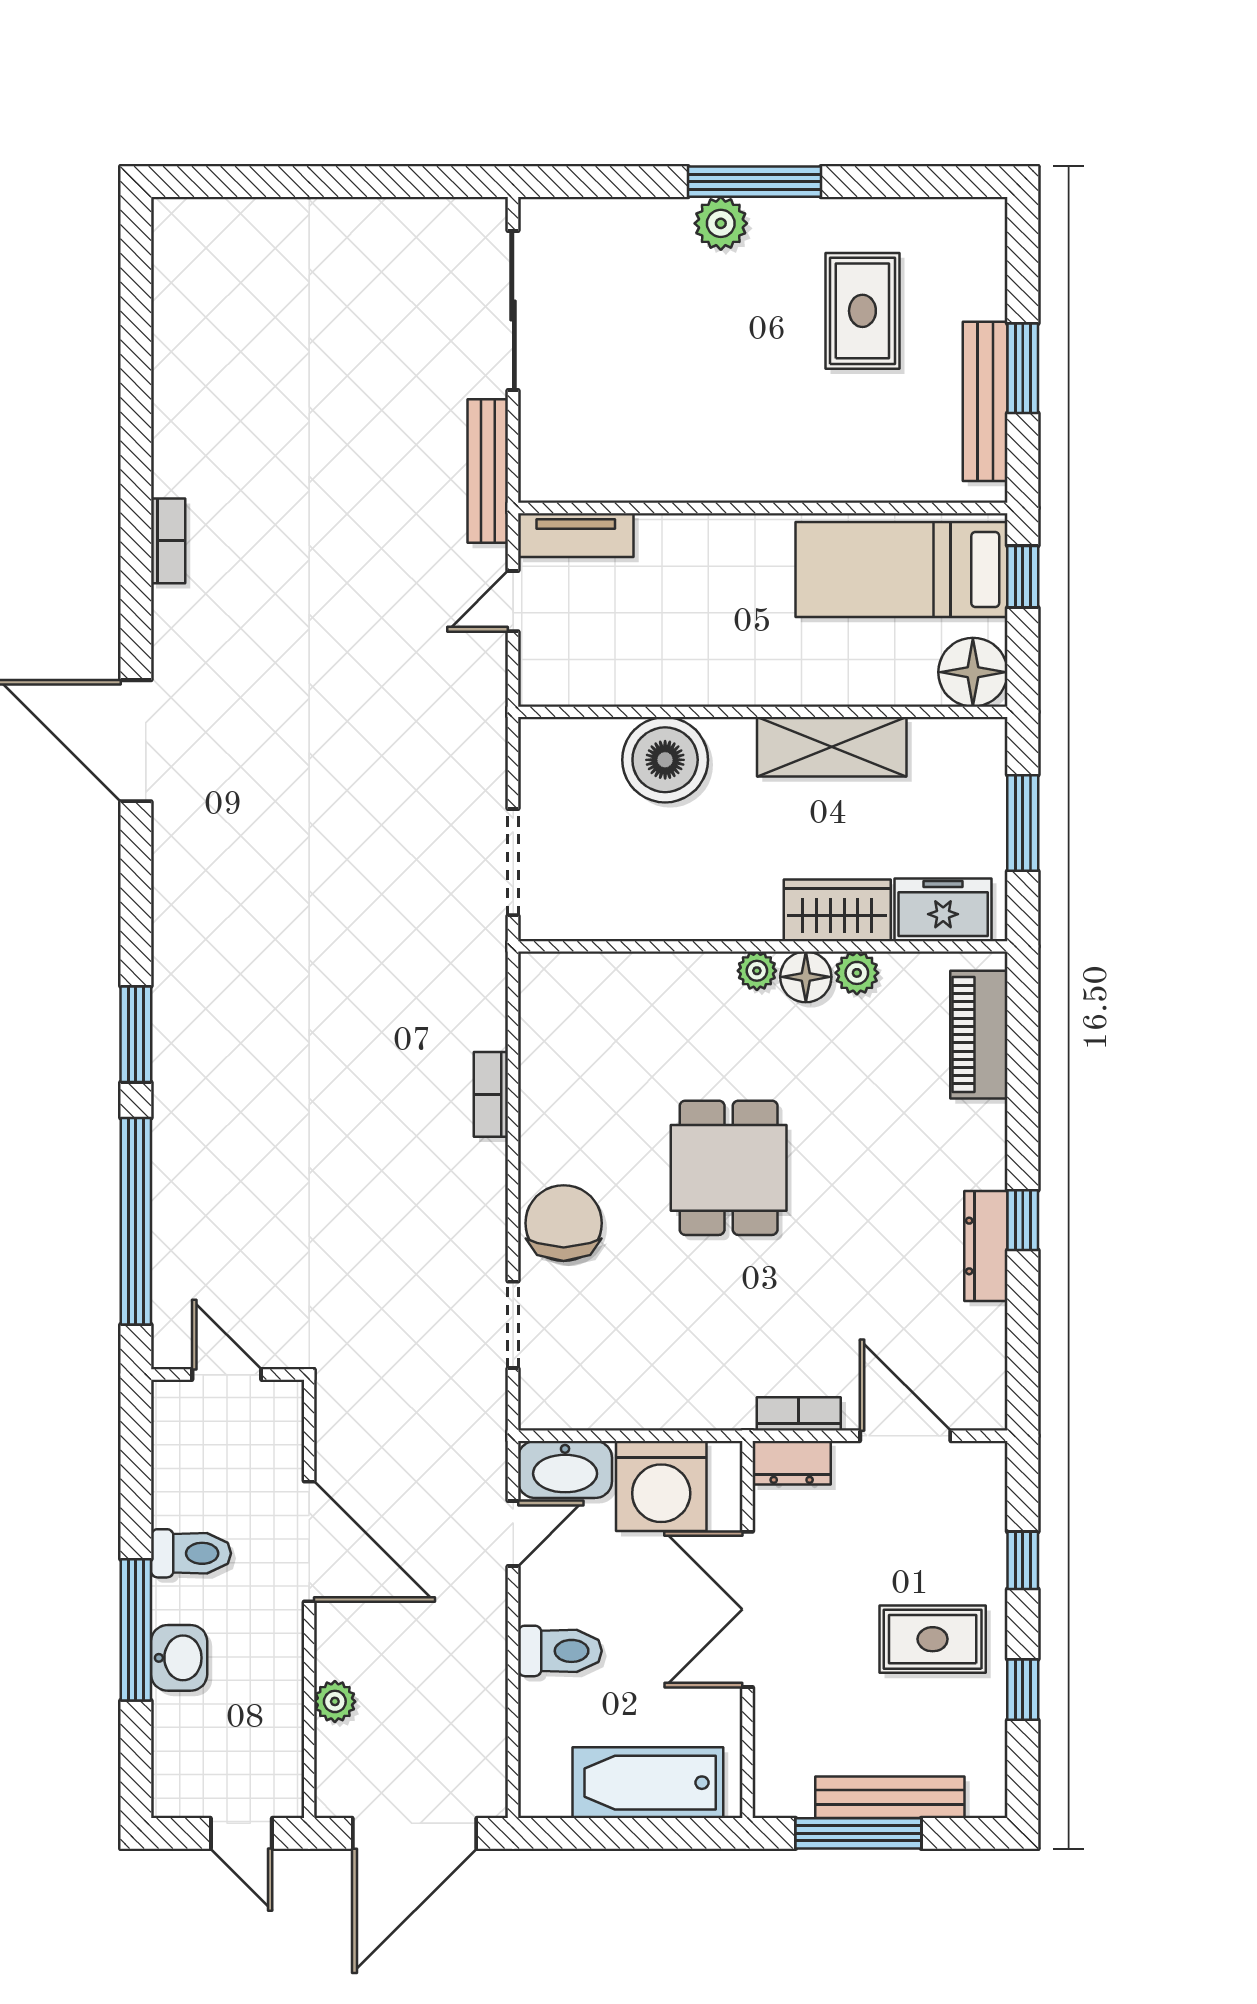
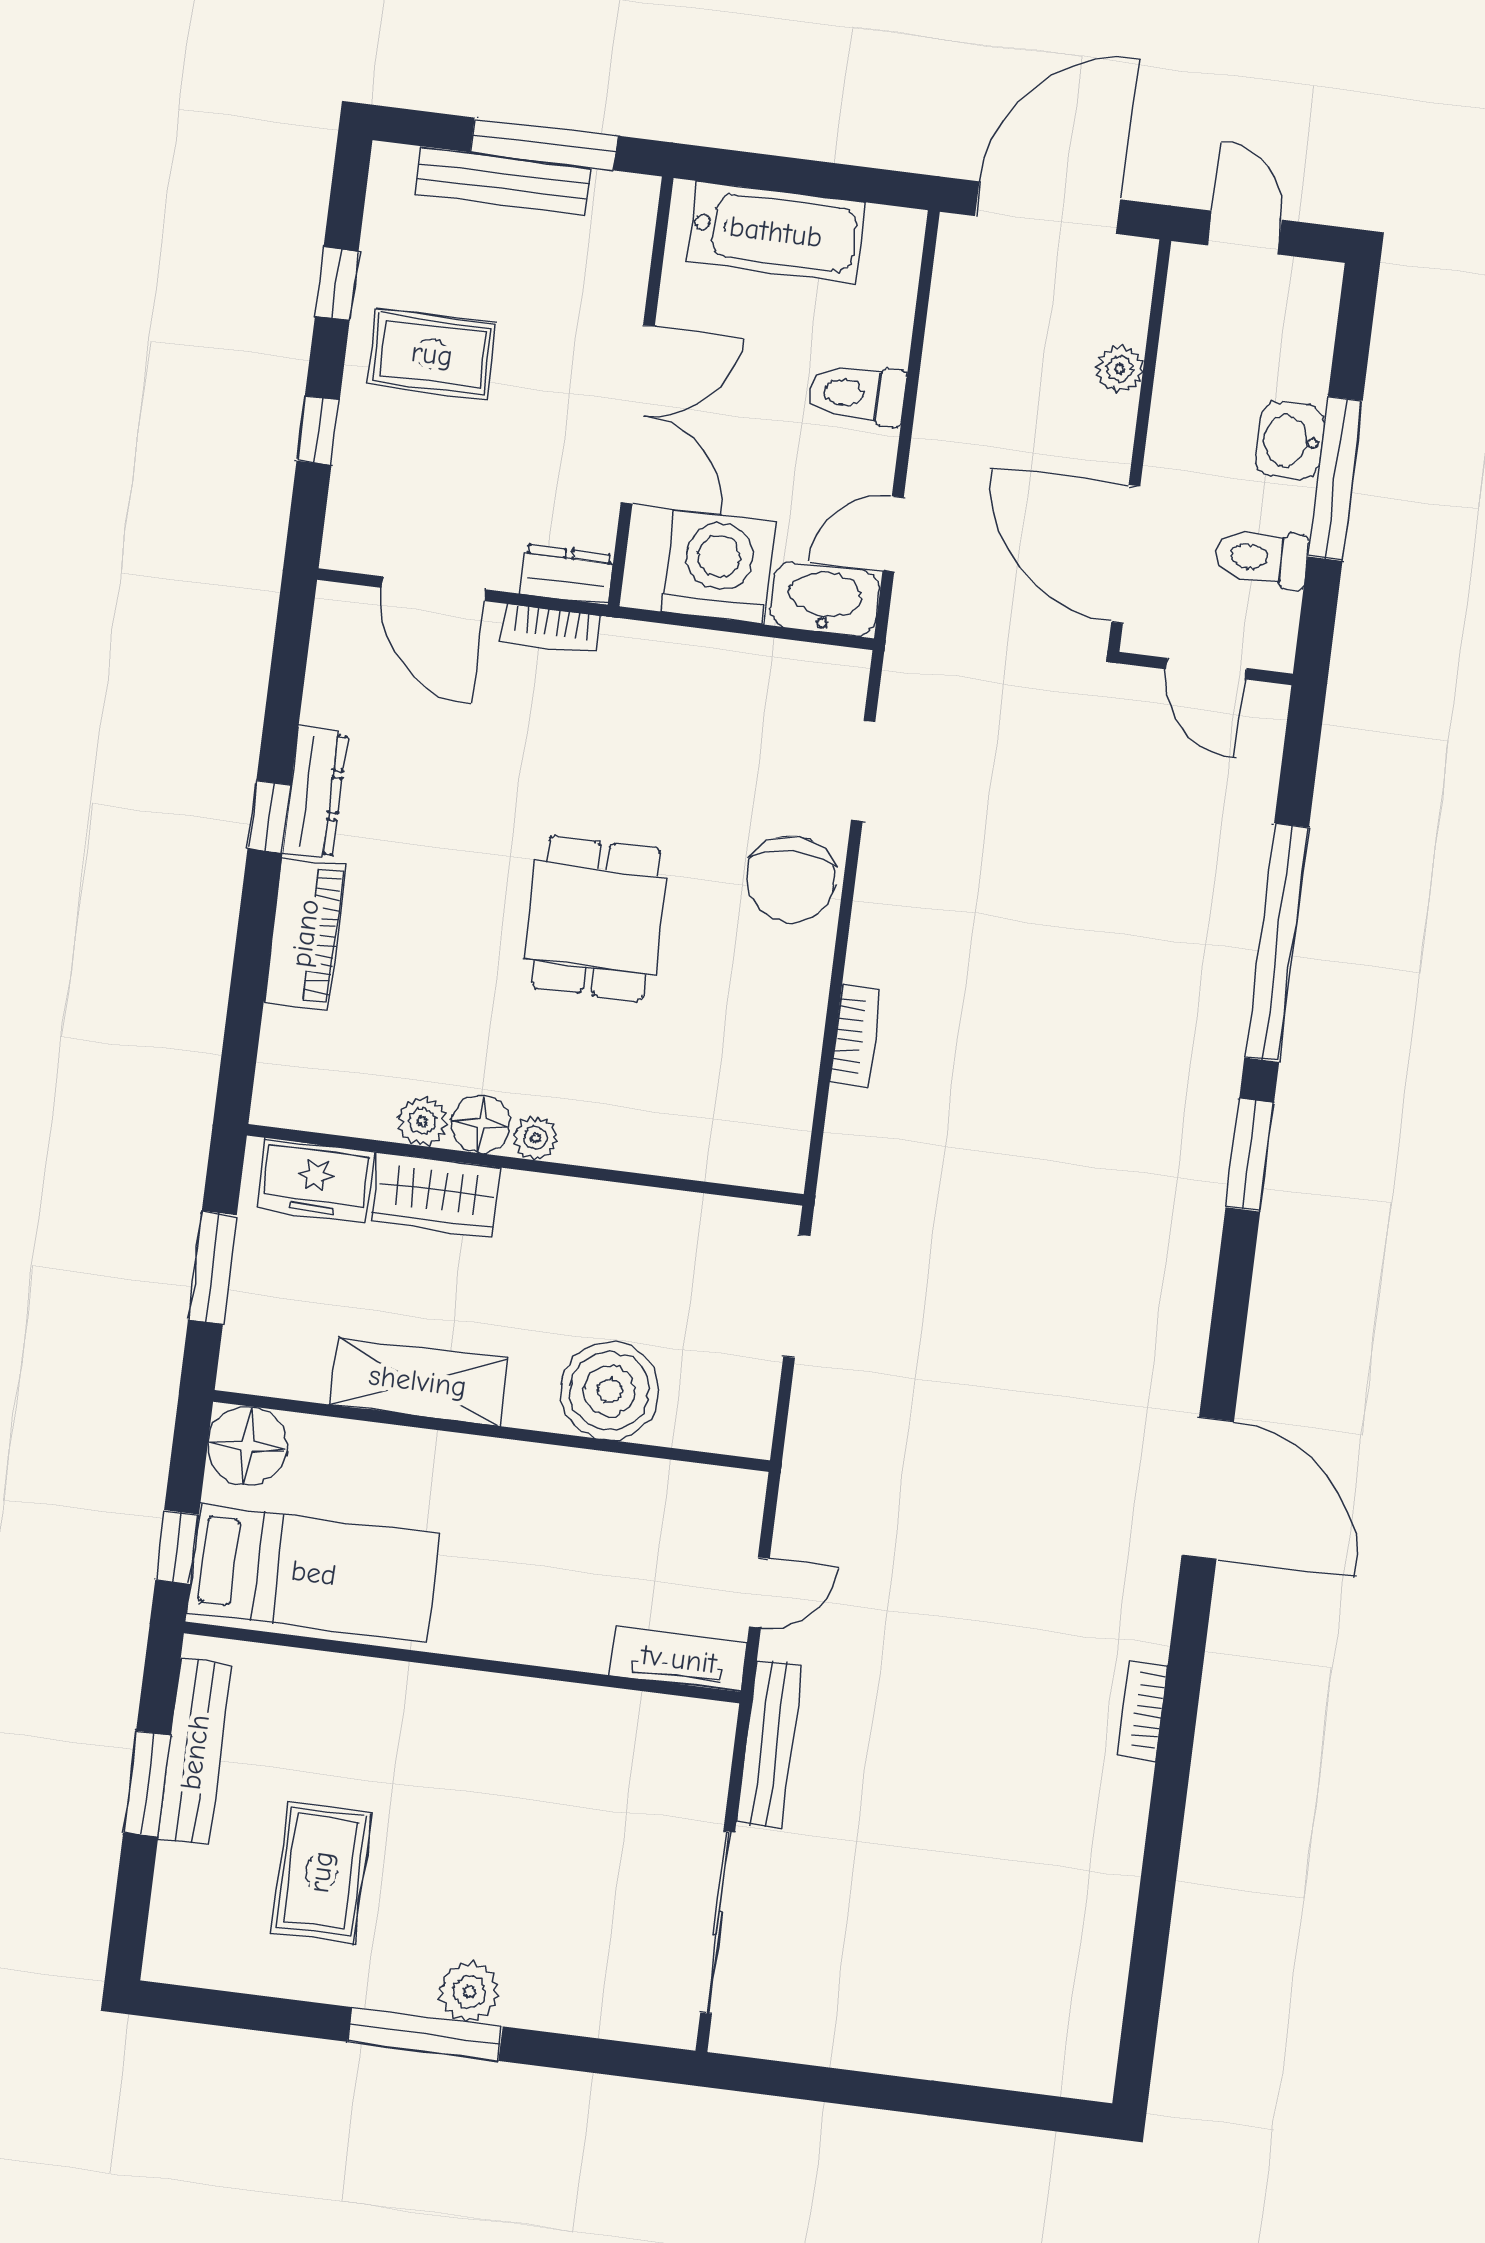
piano: (979, 1035) -> (305, 933), moved
door: (227, 1375) -> (1206, 669), moved
wall: (228, 1375) -> (1205, 669), moved

